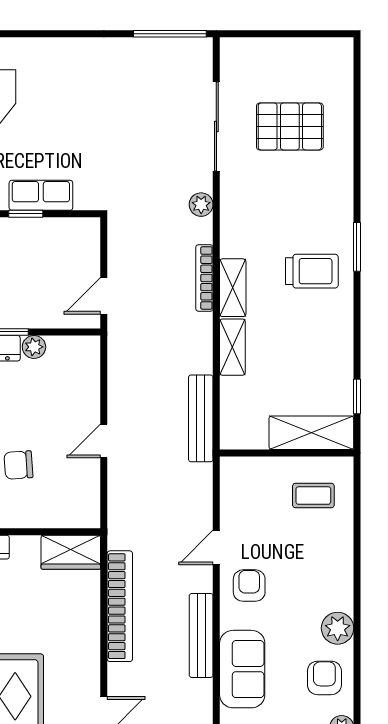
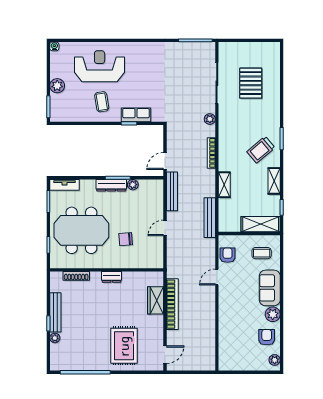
pallet: (290, 126) -> (251, 83), turned 90
trolley: (312, 271) -> (261, 150), turned 140
shelving: (233, 288) -> (274, 181), moved
wardrobe: (71, 552) -> (155, 300), moved, turned 90
armchair: (249, 586) -> (228, 255), moved
bench: (201, 635) -> (172, 191), moved
sofa: (242, 669) -> (270, 288), moved, turned 180

